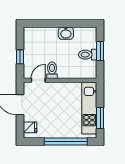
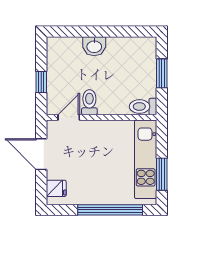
washbasin: (66, 33) -> (94, 46), moved
toilet: (88, 55) -> (143, 107), moved

